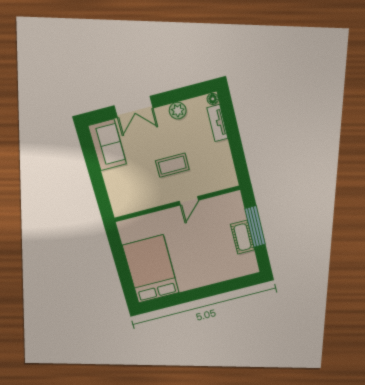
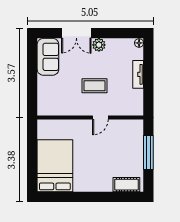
plant: (178, 111) -> (99, 45), moved
tv unit: (217, 123) -> (138, 74), moved
cot: (243, 237) -> (126, 185), moved, turned 90

